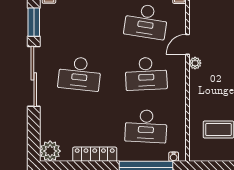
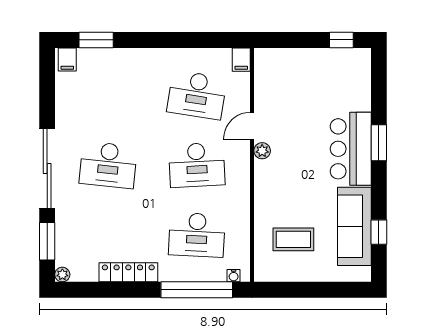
window: (34, 22) -> (47, 241), moved
plant: (50, 151) -> (62, 275), width x0.53, depth x0.53

